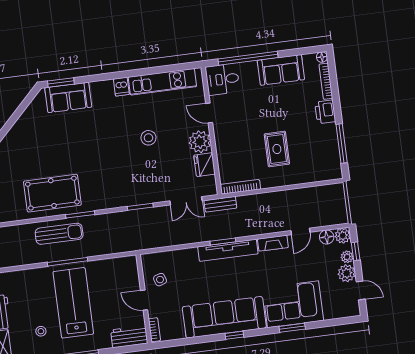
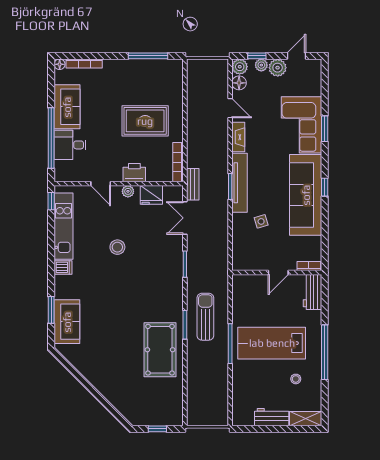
window: (185, 66) -> (51, 201), added
desk: (223, 79) -> (70, 145), moved, turned 90
window: (61, 83) -> (51, 310), moved
printer: (325, 112) -> (134, 173), moved, turned 180
door: (209, 113) -> (101, 184), hinge flipped
plant: (200, 142) -> (128, 191), width x0.53, depth x0.53
rug: (277, 149) -> (145, 121), width x1.36, depth x1.43
double door: (186, 201) -> (185, 218), swing flipped
sun lounger: (59, 234) -> (205, 317), moved
side table: (160, 280) -> (261, 221), moved

